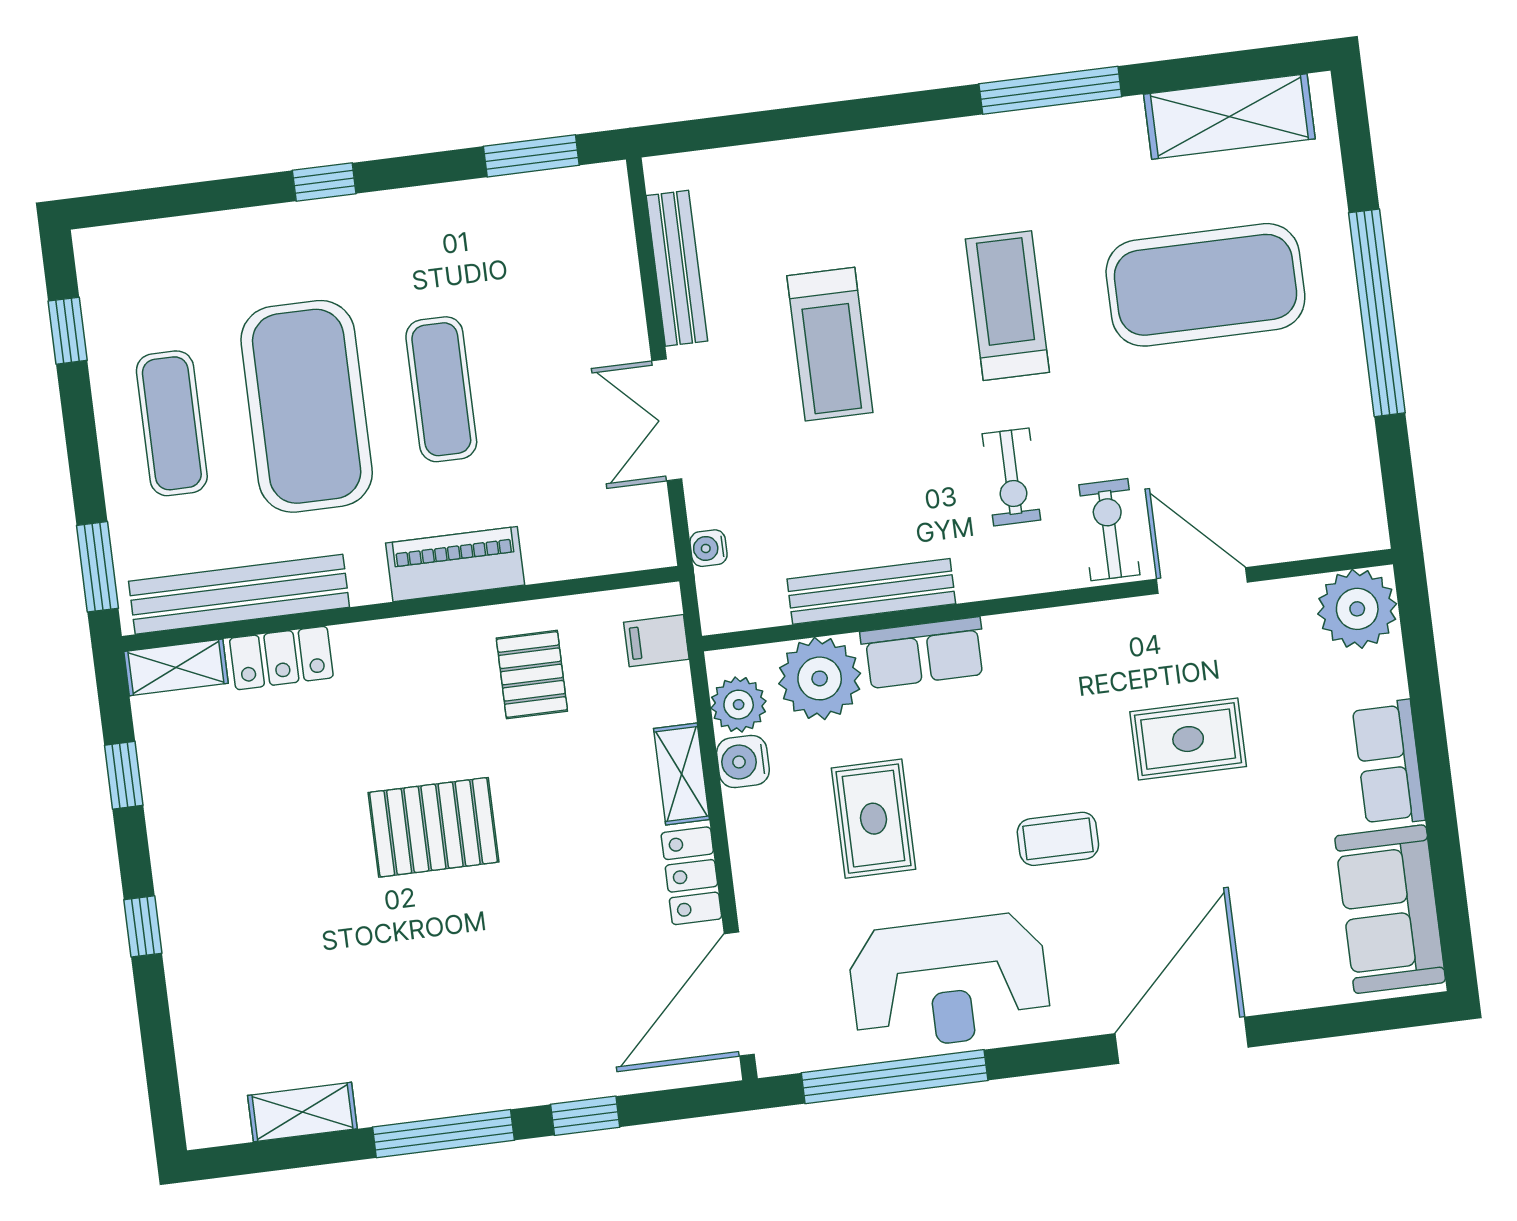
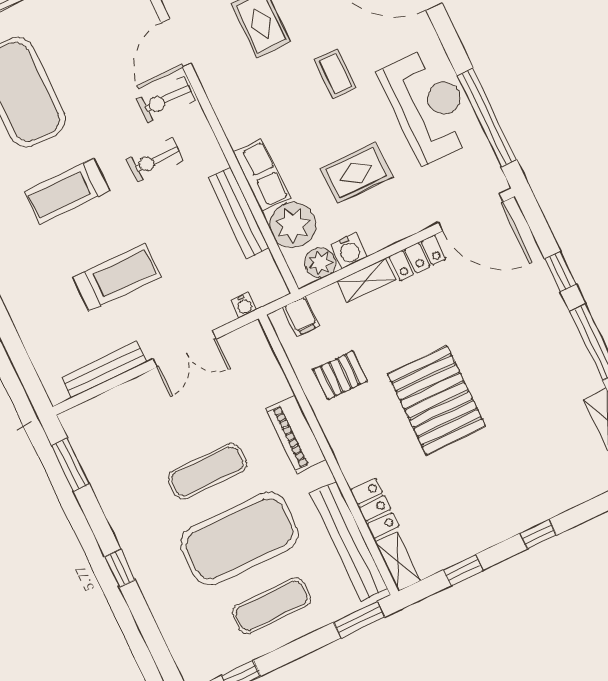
exercise bike: (1011, 477) -> (155, 160), turned 180
pallet: (433, 827) -> (437, 400), width x1.37, depth x1.41

